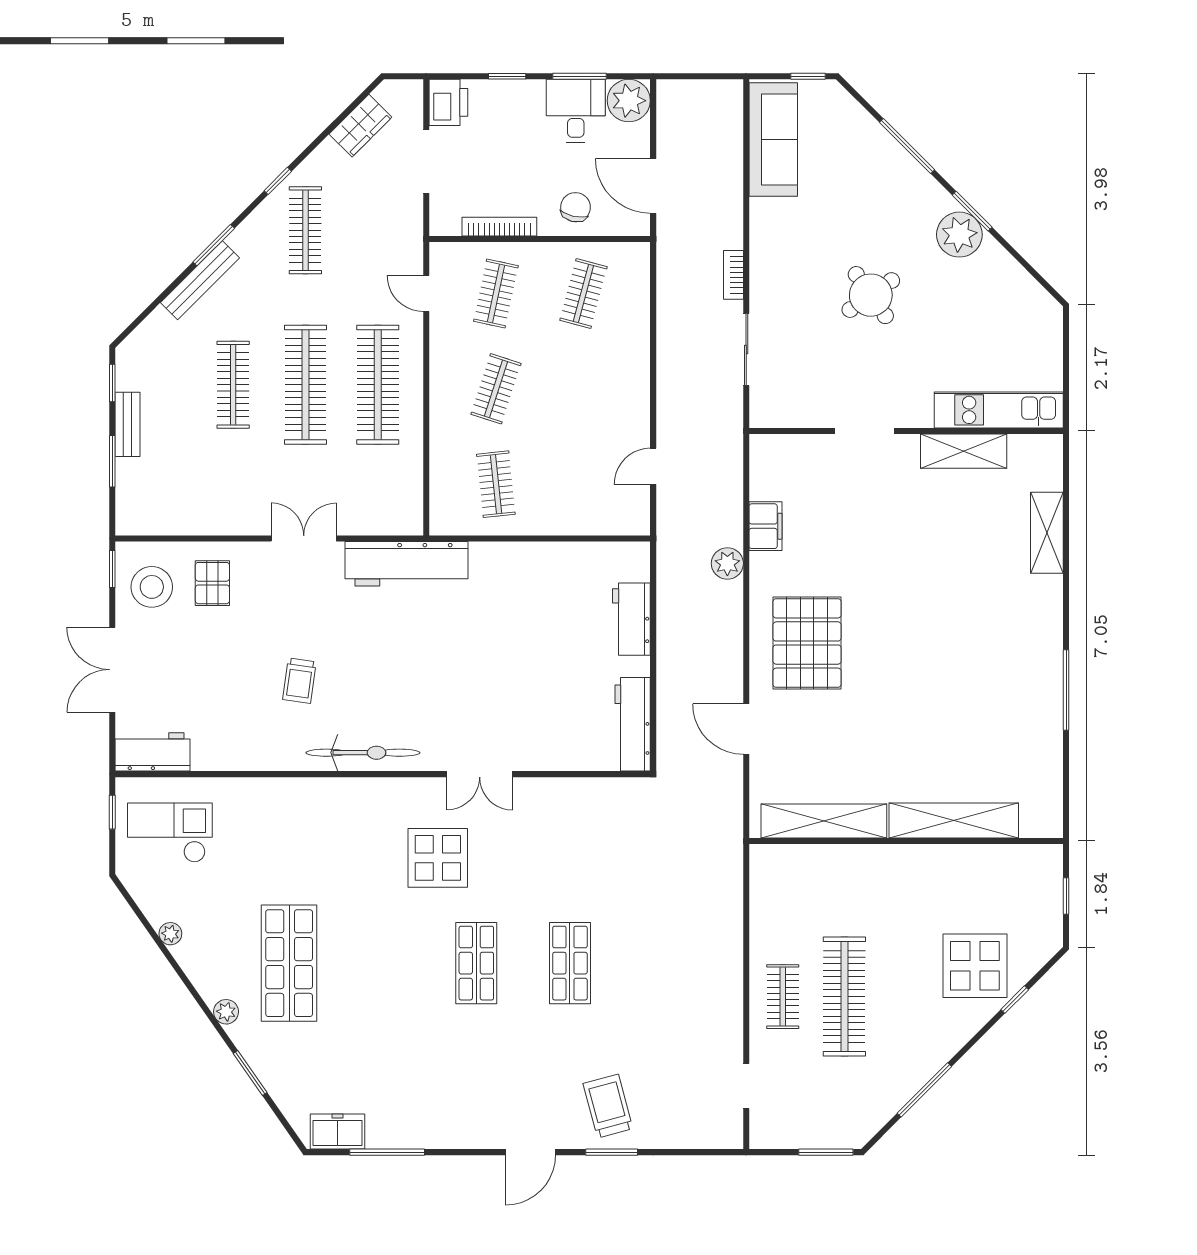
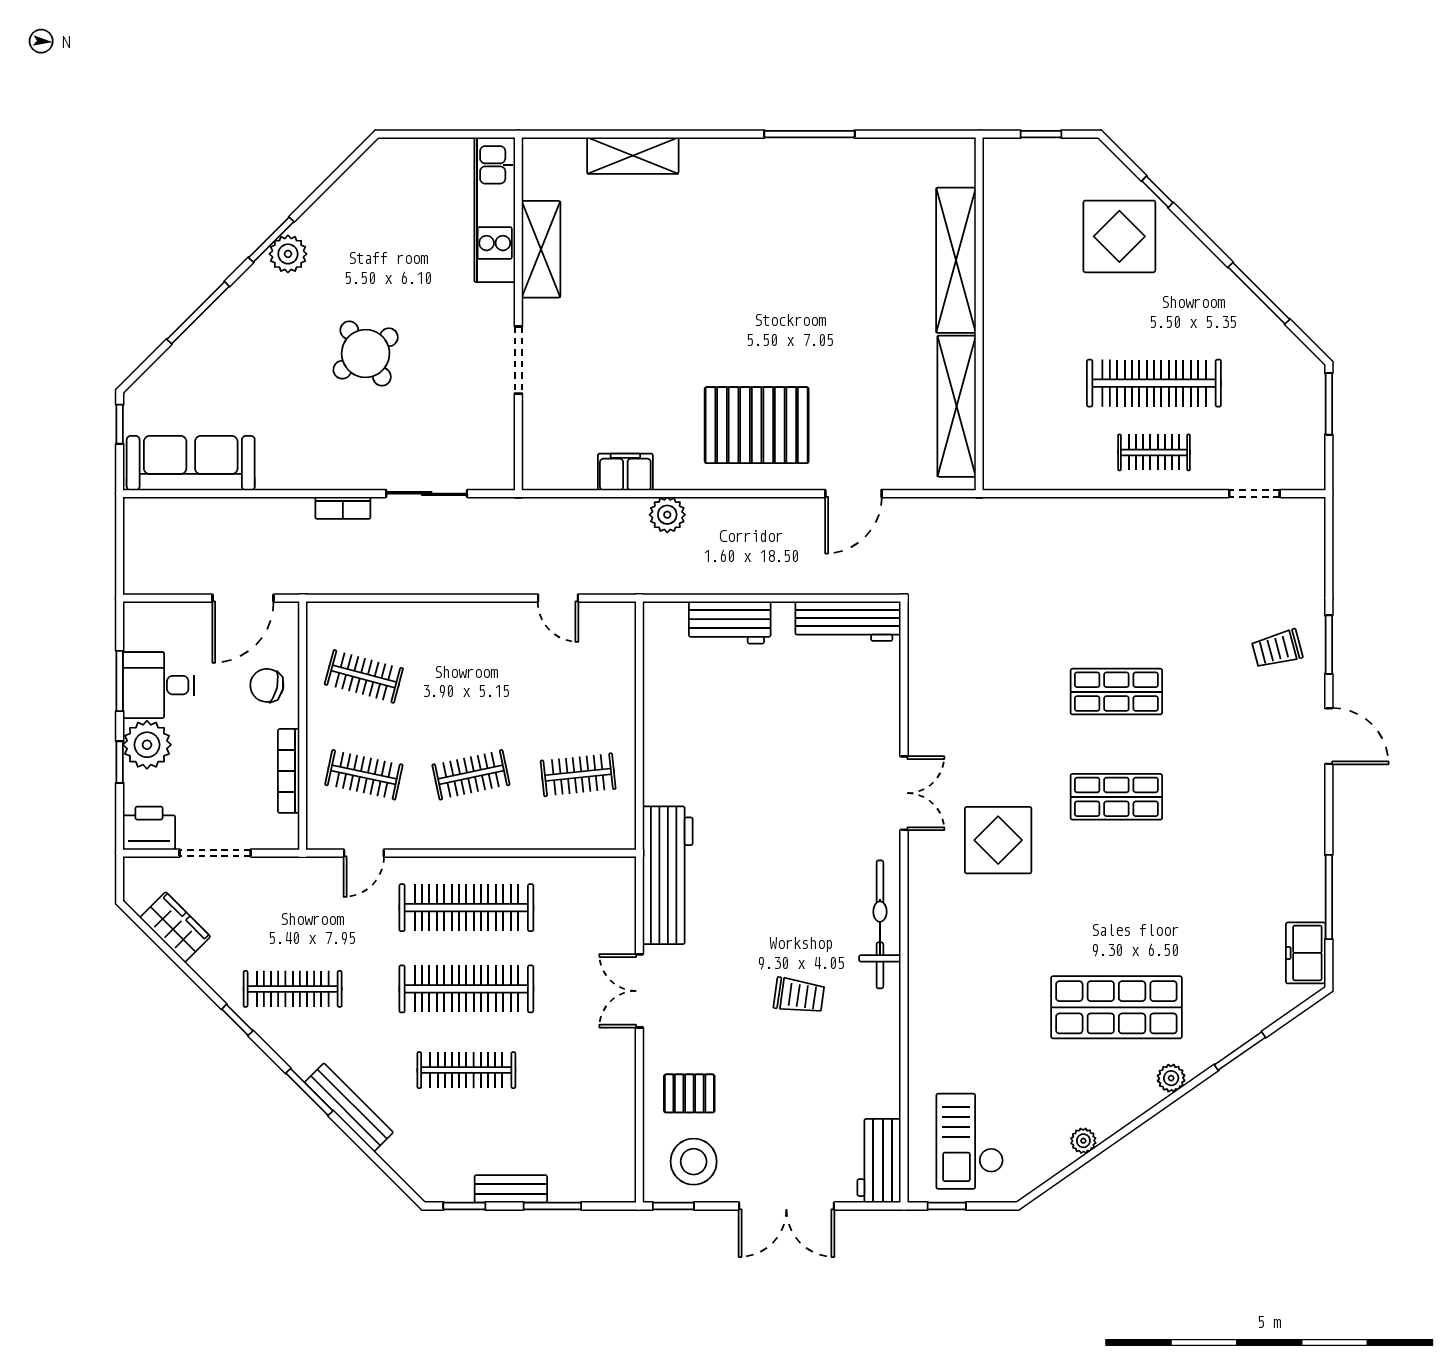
plant: (629, 101) -> (147, 745), moved
plant: (959, 235) -> (288, 254), width x0.73, depth x0.73
clothes rail: (496, 389) -> (471, 775), turned -30
trolley: (608, 1106) -> (1277, 649), width x0.73, depth x0.72

